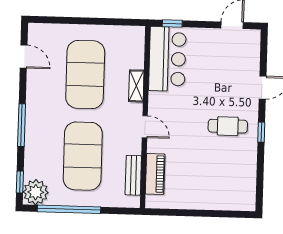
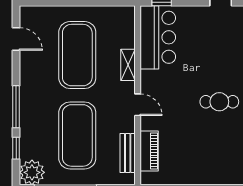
window: (20, 182) -> (16, 148), moved

